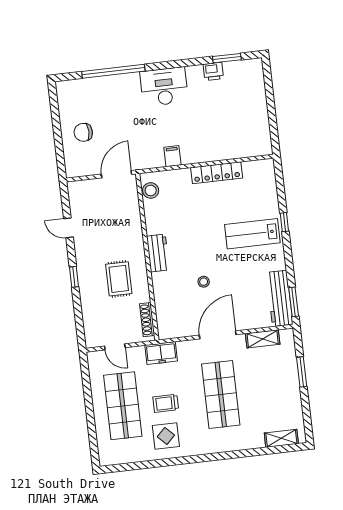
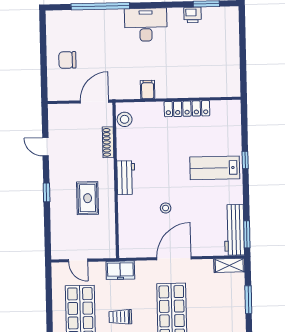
shoe rack: (147, 320) -> (108, 142), moved
shelving: (263, 339) -> (229, 265), moved

